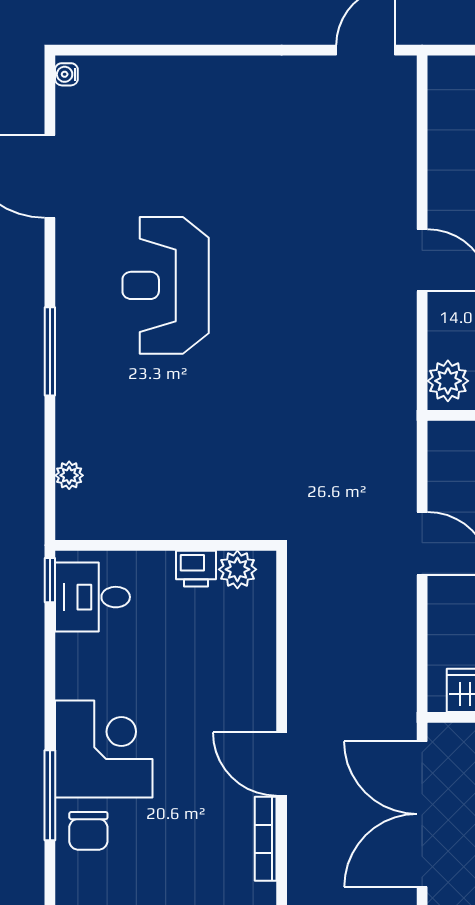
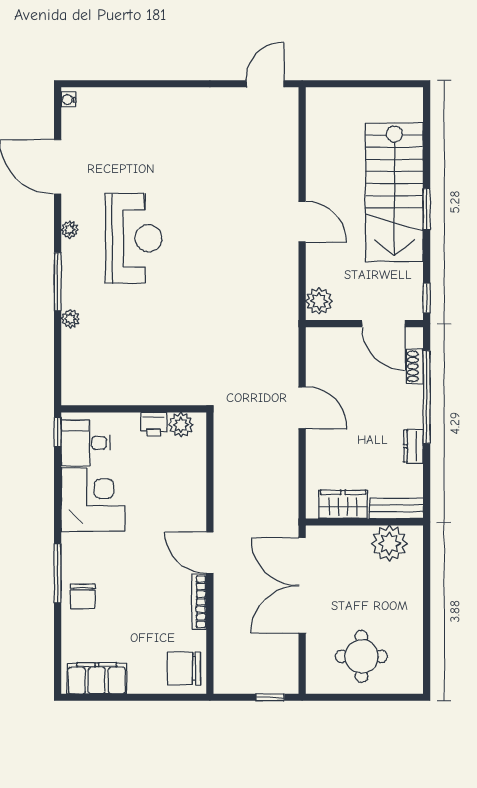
plant: (68, 272) -> (70, 230), added
reception desk: (166, 285) -> (134, 238), turned 180
plant: (69, 475) -> (70, 319), moved
corner desk: (104, 749) -> (93, 500), moved

